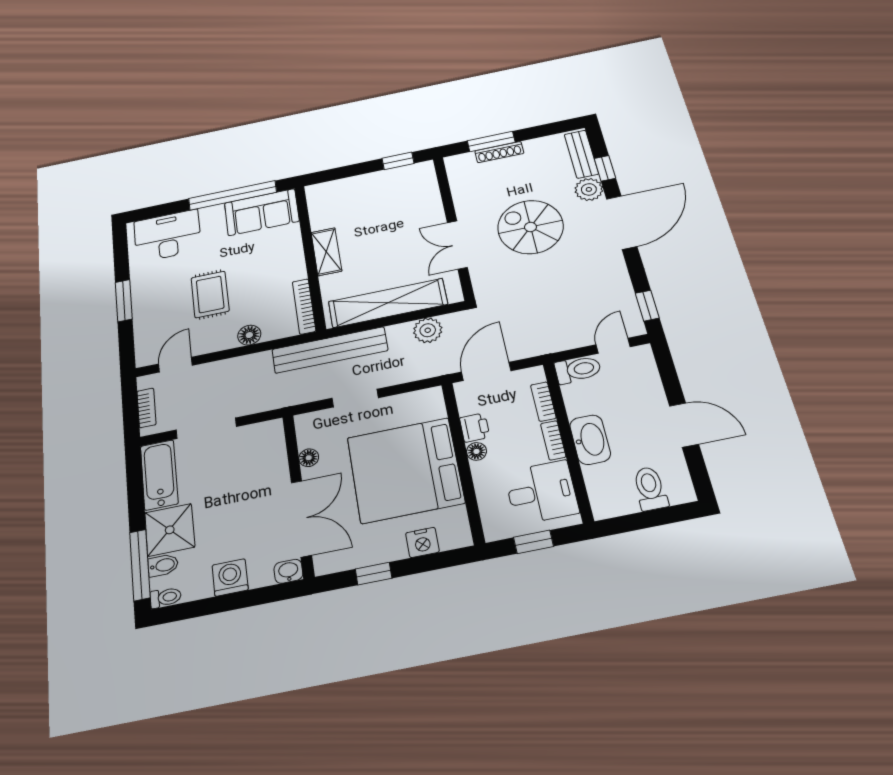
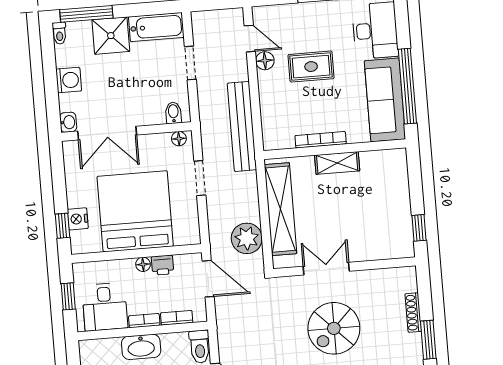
window: (491, 141) -> (428, 340), moved
sofa: (262, 212) -> (385, 100), width x1.36
spiral stairs: (530, 227) -> (334, 328), turned 180
bookcase: (304, 306) -> (321, 140), moved
plant: (428, 330) -> (247, 238), width x1.36, depth x1.36
floor lamp: (249, 335) -> (265, 61), moved
bench: (330, 350) -> (242, 126), moved
bookcase: (146, 408) -> (215, 16), removed
doorway: (206, 428) -> (190, 63), width x0.73
floor lamp: (309, 458) -> (179, 139), moved
bidet: (163, 565) -> (173, 113), moved, turned 180
window: (374, 574) -> (62, 226), moved

